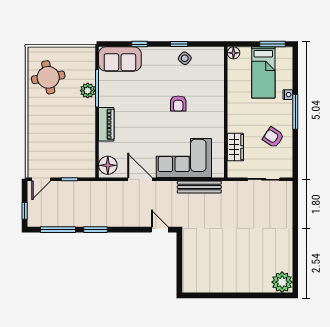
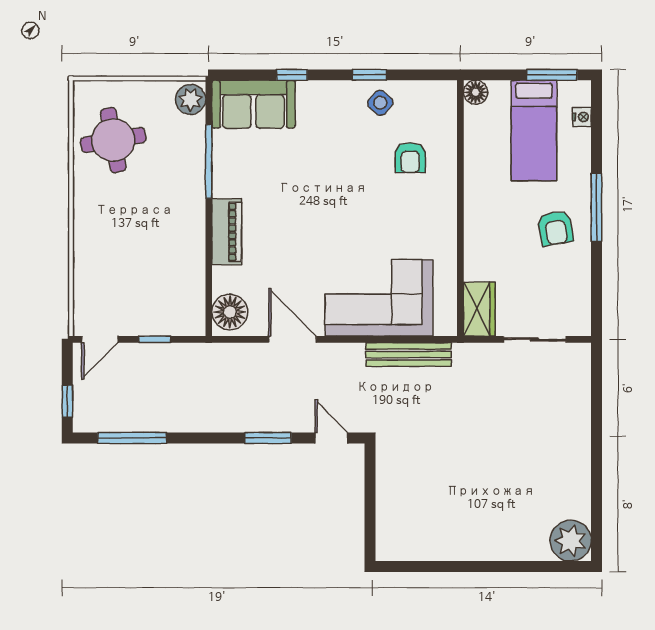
plant: (88, 91) -> (191, 99), moved
nightstand: (288, 95) -> (582, 117), moved
armchair: (178, 104) -> (410, 158), moved
armchair: (273, 137) -> (556, 228), moved, turned -134
wardrobe: (235, 147) -> (479, 309), moved
window: (96, 230) -> (268, 438), moved

